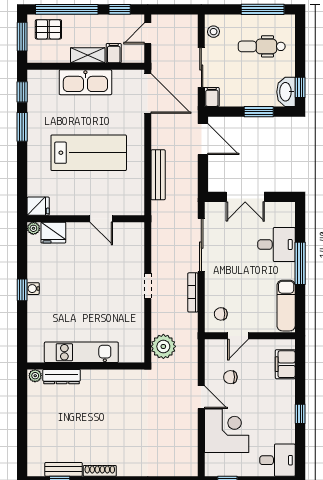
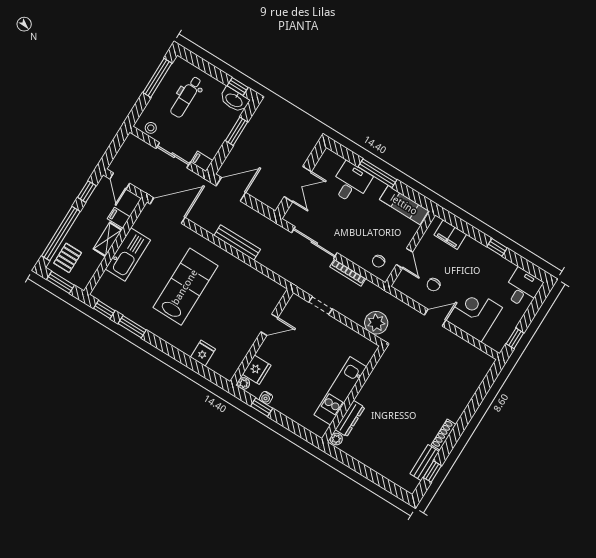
wall: (86, 219) -> (262, 337), moved
door: (101, 219) -> (269, 325), moved
plant: (33, 228) -> (244, 383), moved
fridge: (53, 233) -> (257, 370), moved

